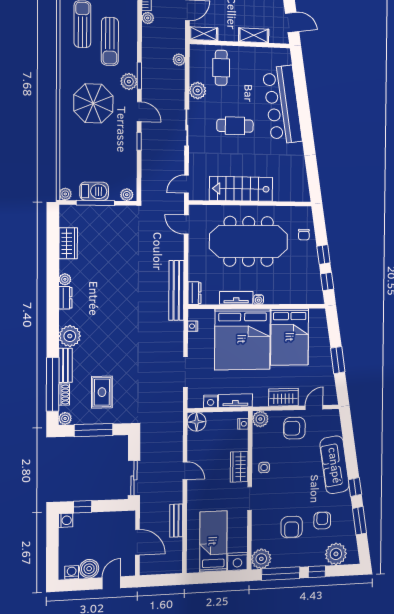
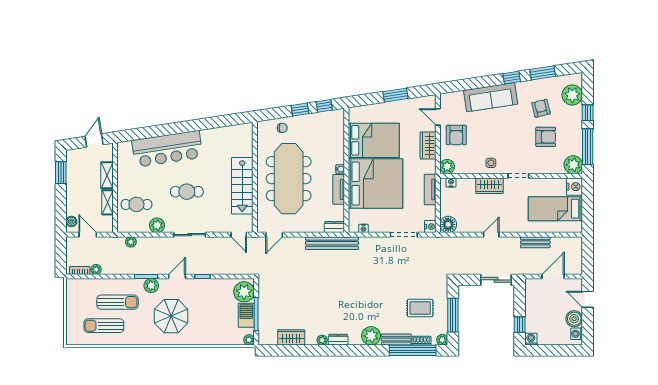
shelving: (204, 34) -> (107, 202), moved
cafe table: (235, 126) -> (187, 192), turned 90
plant: (127, 195) -> (244, 292), width x1.88, depth x1.88
nightstand: (211, 401) -> (430, 227), moved
armchair: (322, 520) -> (541, 108), turned 76

